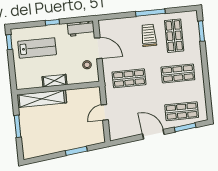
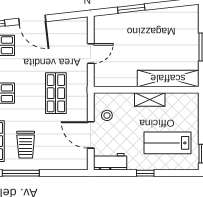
shop shelf: (129, 78) -> (56, 93), turned 90

